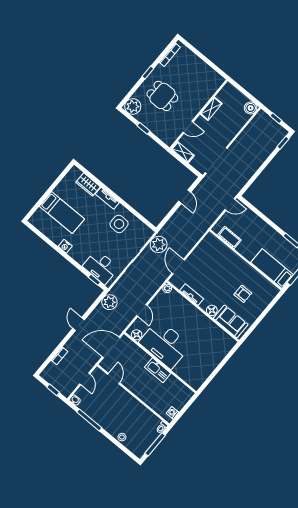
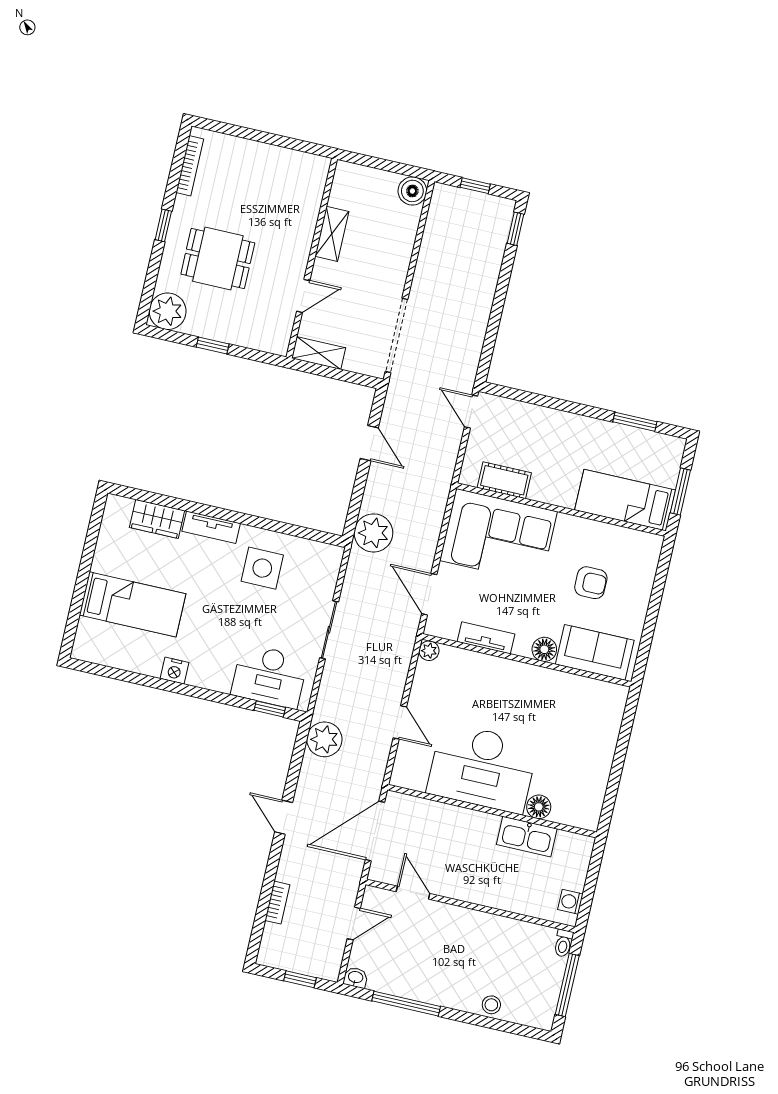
door: (230, 204) -> (471, 412), swing flipped
plant: (159, 244) -> (373, 533), moved
corner sofa: (216, 258) -> (498, 536), added
floor lamp: (137, 335) -> (539, 807), moved
kitchen sink: (158, 370) -> (527, 837), moved
door: (85, 379) -> (354, 923), hinge flipped

